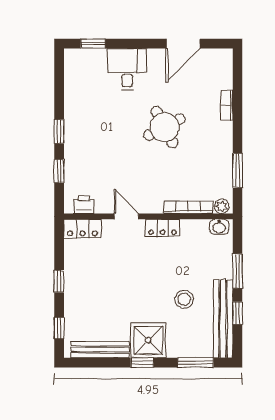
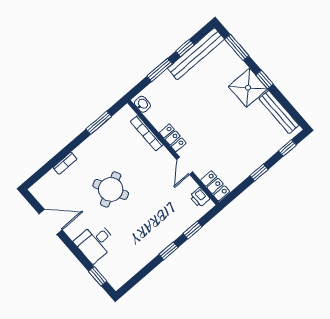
plant: (221, 206) -> (129, 114), removed
stool: (184, 299) -> (205, 87), removed

